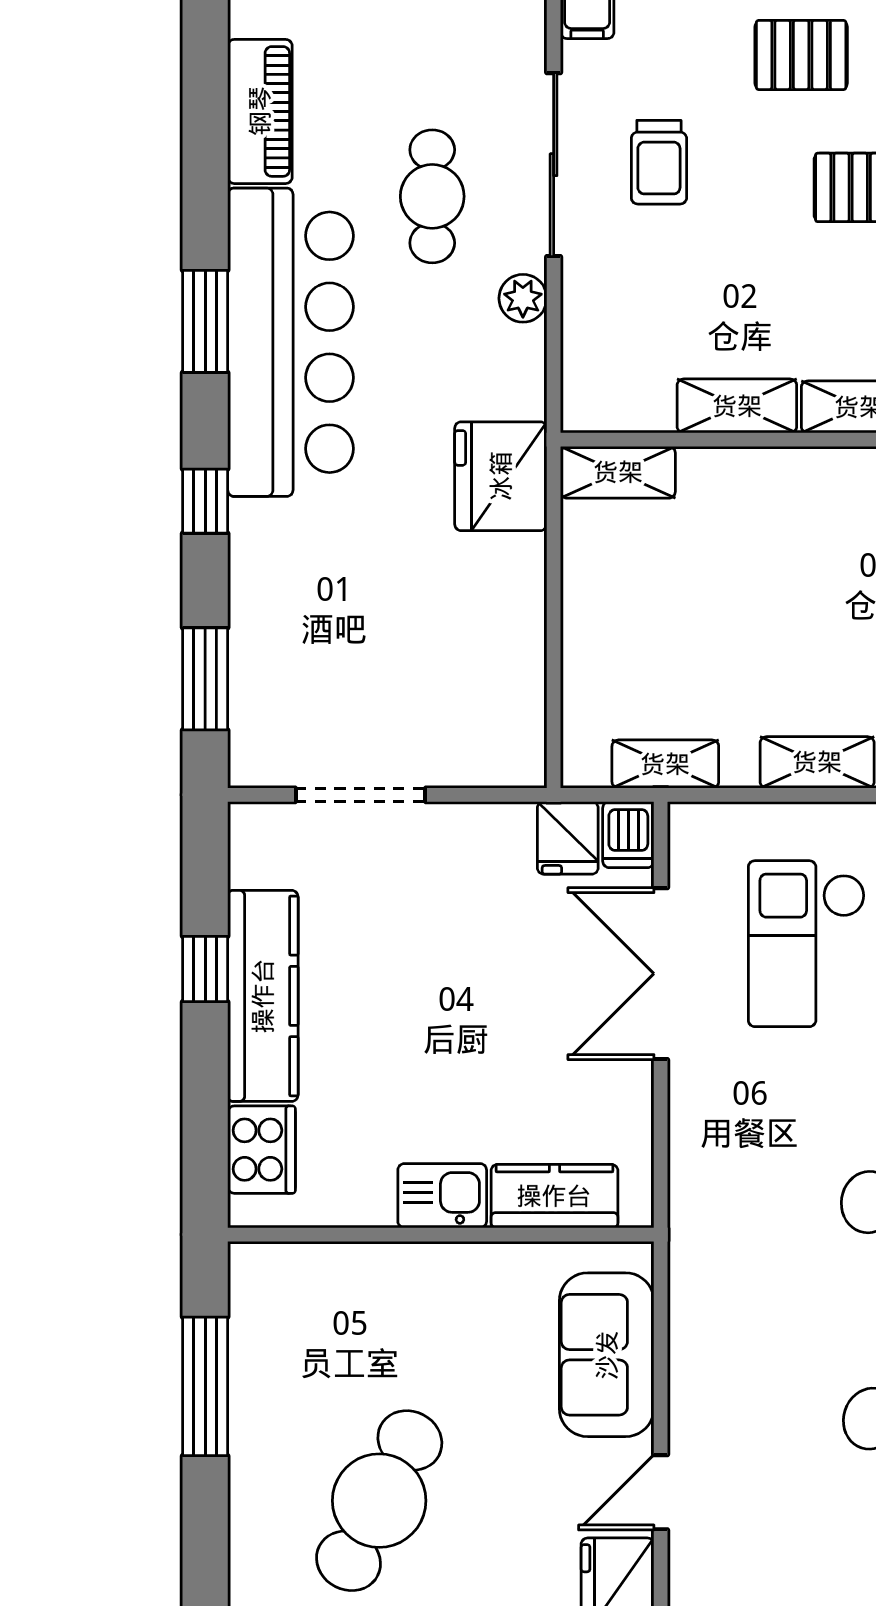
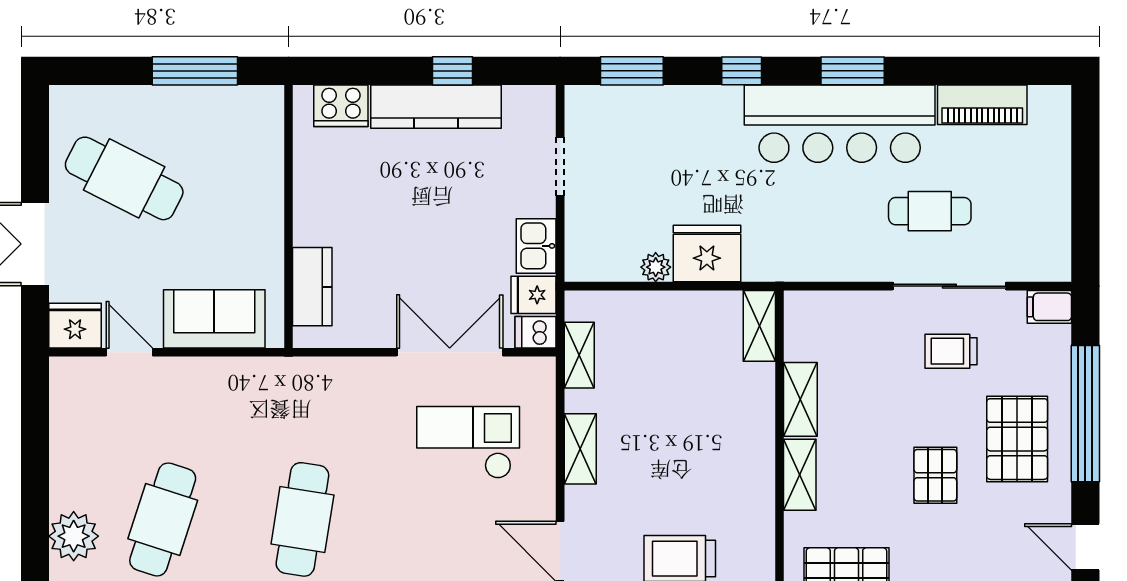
pallet: (801, 55) -> (1017, 439), width x1.50, depth x1.42
plant: (523, 298) -> (656, 267), moved
fridge: (501, 476) -> (707, 253), moved
doorway: (360, 795) -> (560, 167), width x0.73
kitchen sink: (442, 1196) -> (536, 246), moved, turned 180

